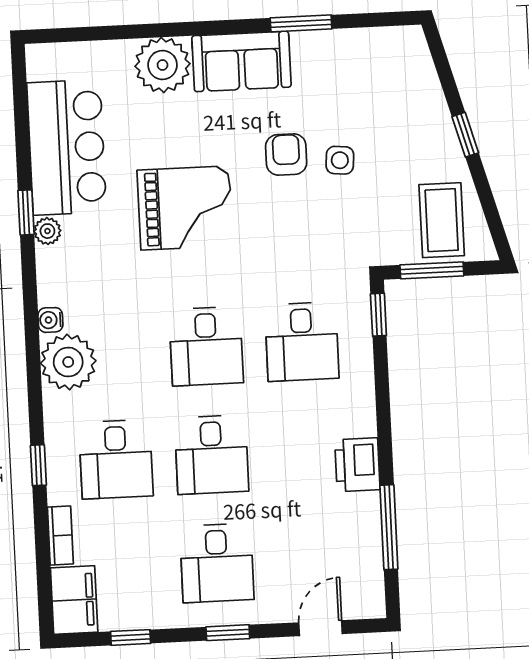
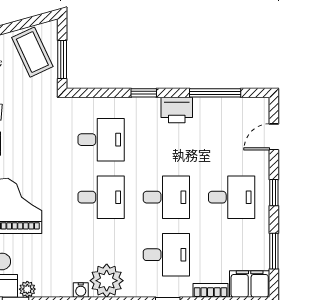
coffee table: (442, 220) -> (32, 52), turned 65
window: (378, 315) -> (144, 93), moved
door: (321, 628) -> (274, 137), hinge flipped
window: (131, 637) -> (274, 251), width x1.50

